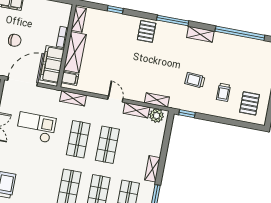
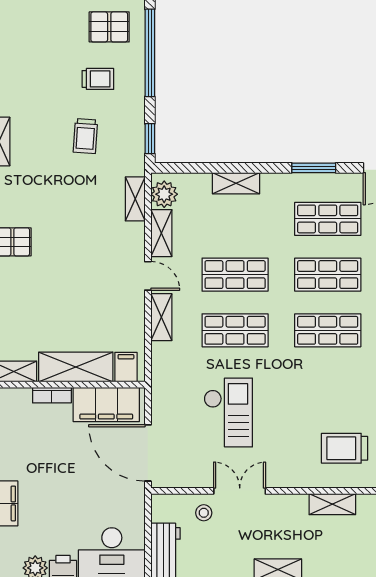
chair: (15, 40) -> (75, 482), removed
shelving: (73, 98) -> (161, 317), moved
door: (115, 99) -> (148, 276), swing flipped
window: (232, 122) -> (150, 53), added
checkout: (36, 128) -> (228, 412), turned 180
shelving: (152, 169) -> (236, 183), moved

